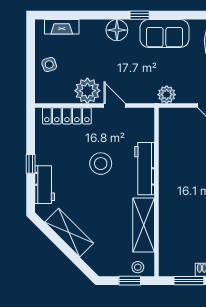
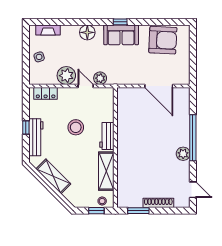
window: (140, 15) -> (120, 22), moved
plant: (167, 95) -> (100, 78), moved
locker: (67, 116) -> (46, 93), width x0.66
workbench: (145, 169) -> (107, 136), width x0.73
workbench: (45, 185) -> (36, 137), width x1.38

